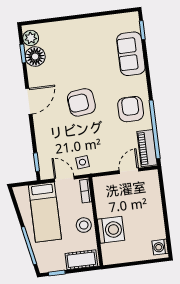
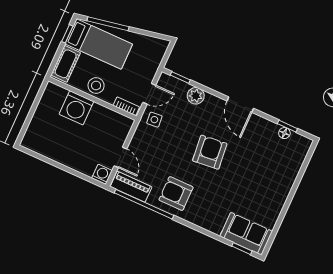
plant: (31, 38) -> (196, 96), moved
sofa: (131, 54) -> (246, 234), moved
floor lamp: (35, 57) -> (284, 133), width x0.53, depth x0.53
armchair: (131, 109) -> (176, 193), turned 180
bed: (45, 212) -> (99, 44), moved, turned 180
washing machine: (160, 247) -> (102, 174), moved

